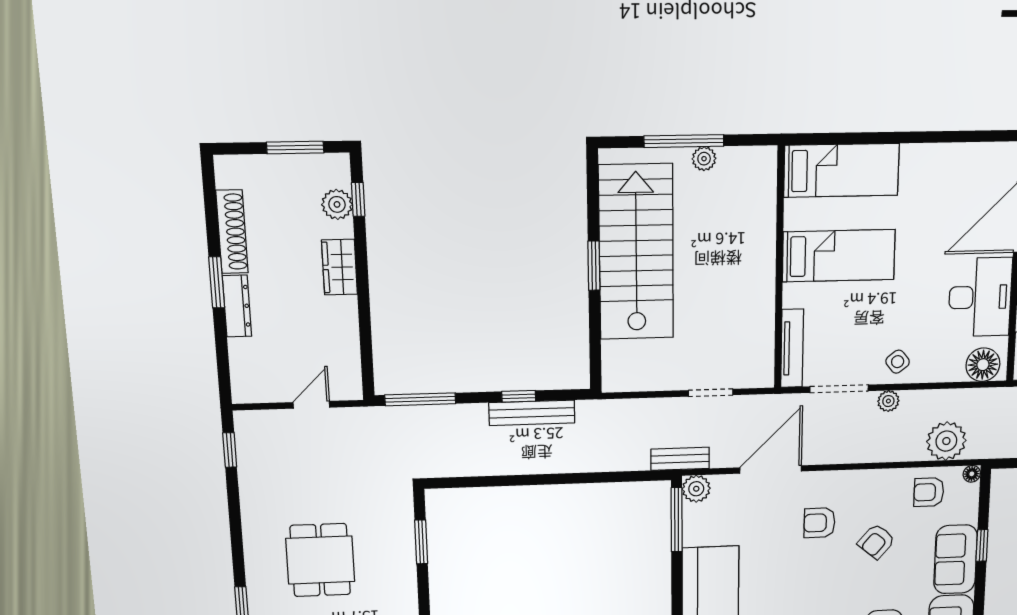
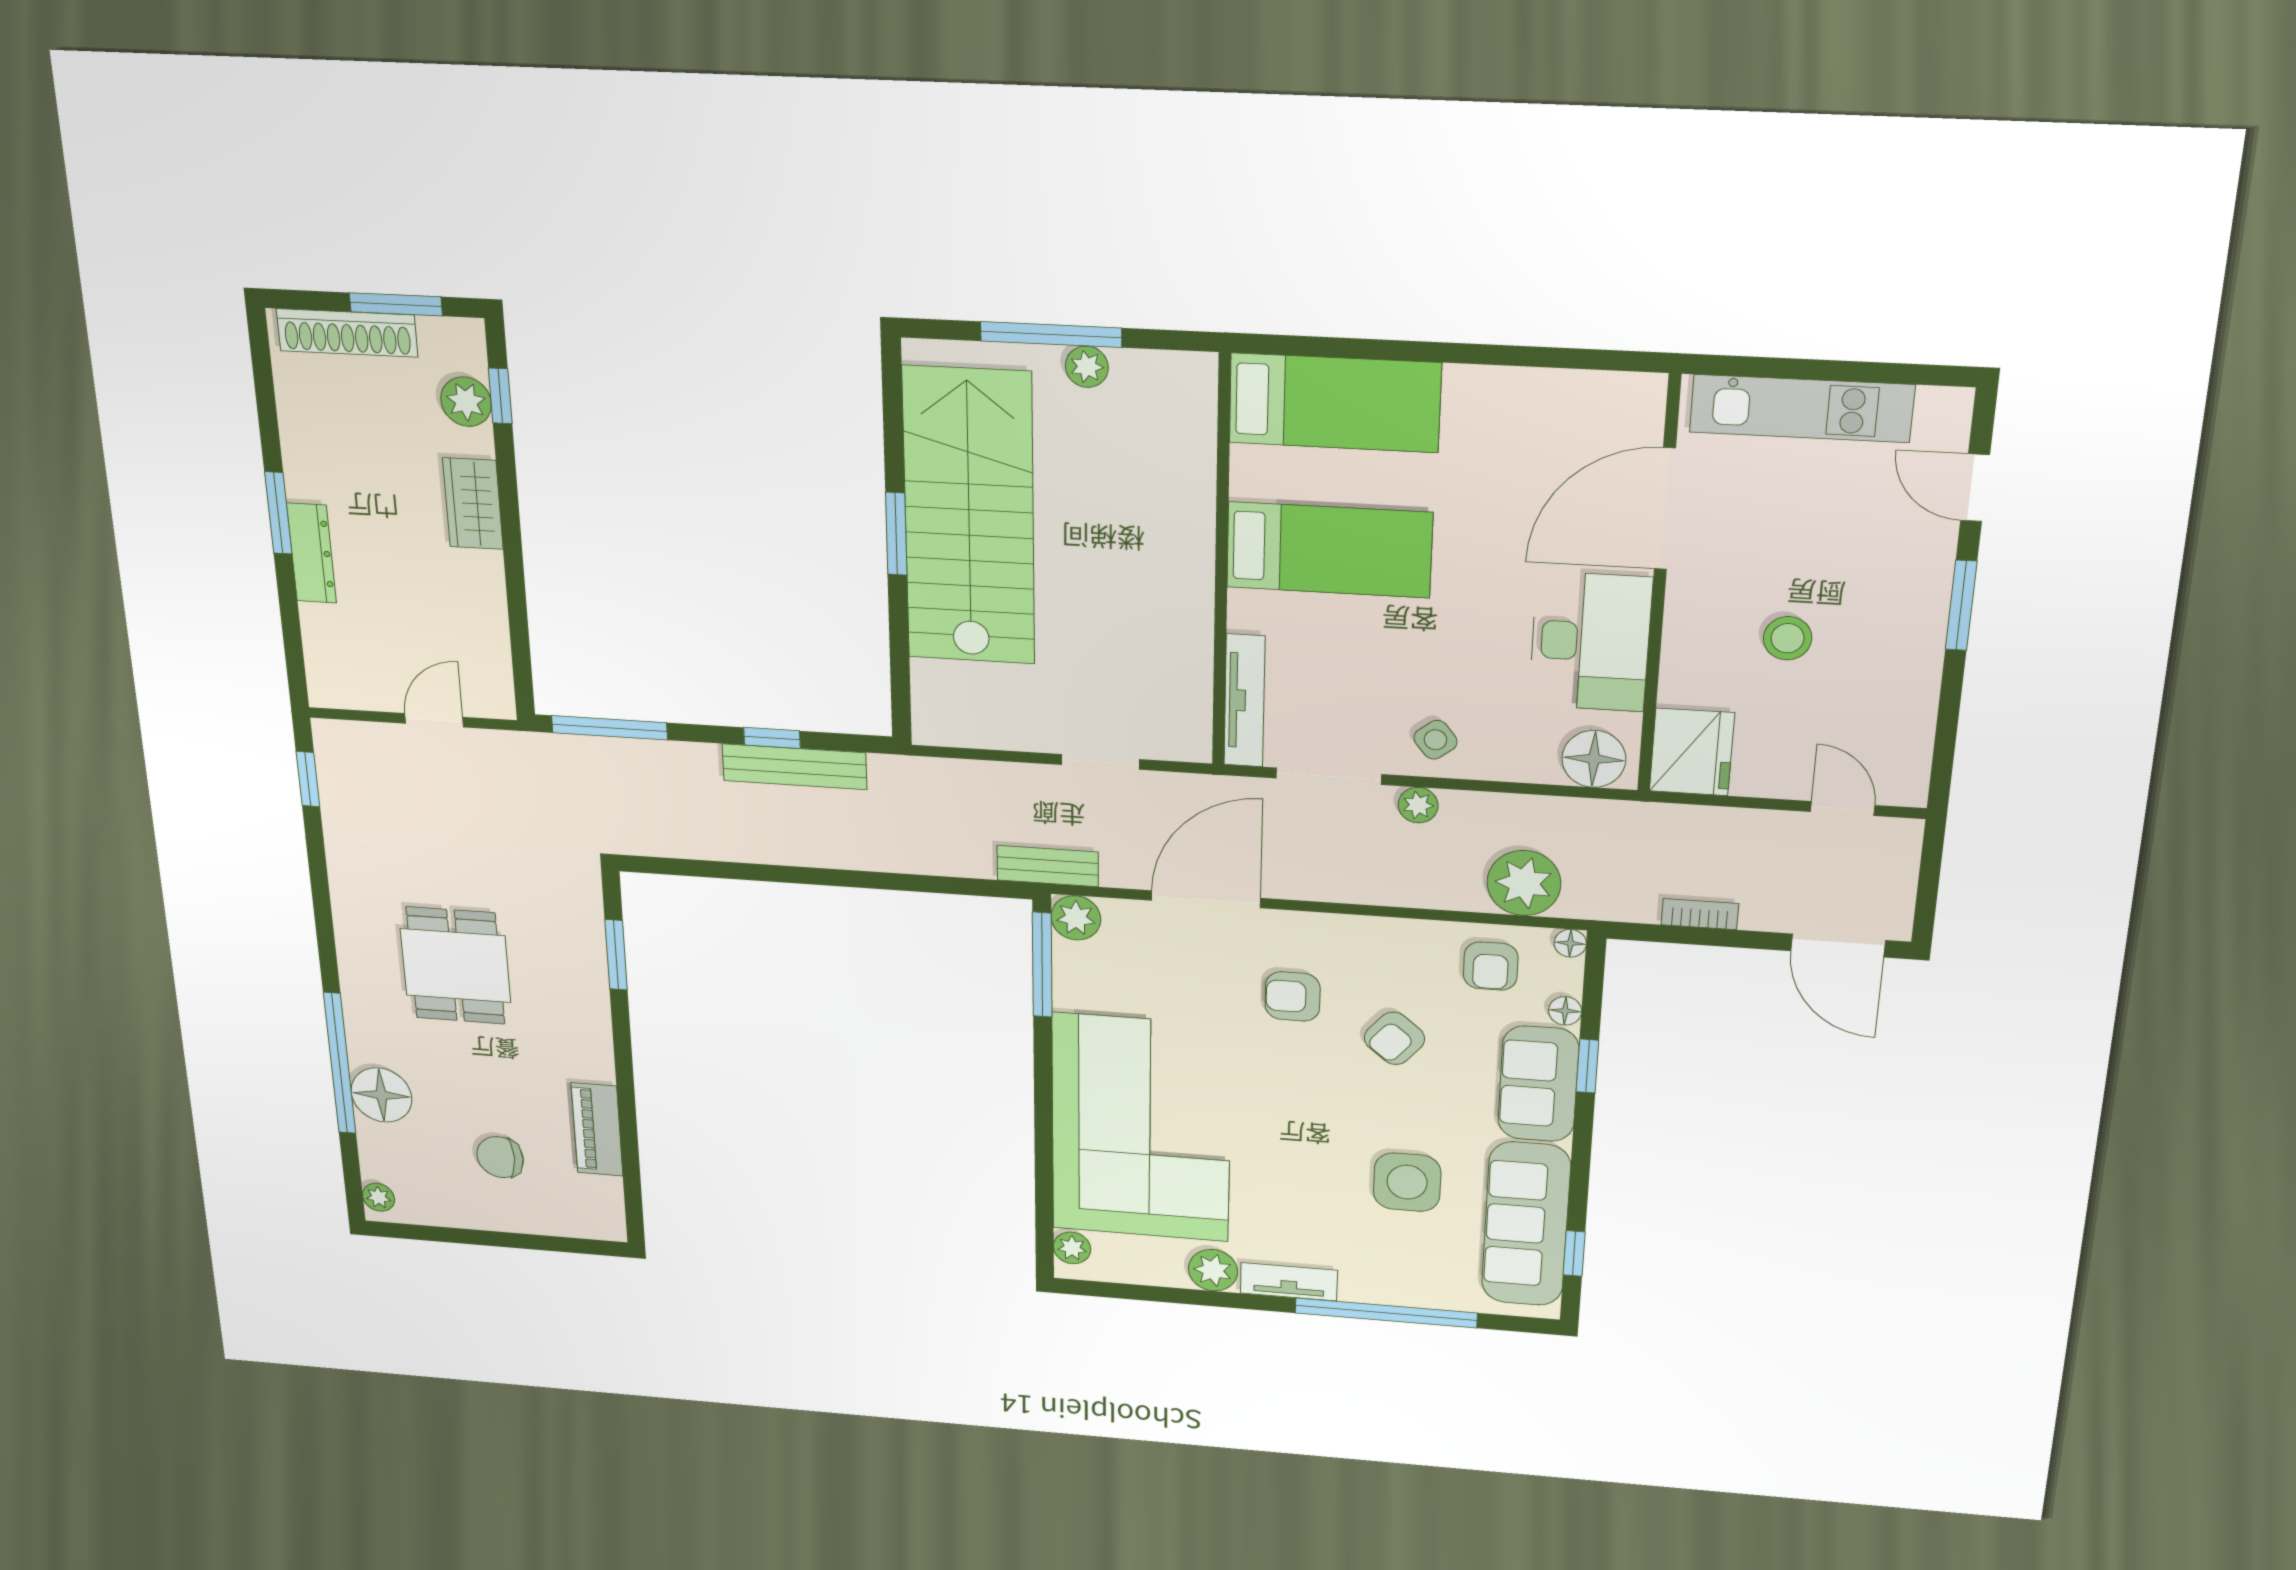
shoe rack: (232, 232) -> (347, 333), moved, turned 90
armchair: (929, 492) -> (1491, 966), turned -90
floor lamp: (969, 514) -> (1565, 1011), added

